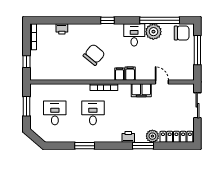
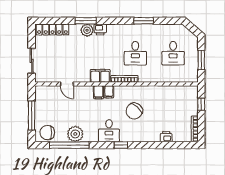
desk: (134, 35) -> (109, 131), moved
filing cabinet: (141, 90) -> (100, 76), moved
plant: (152, 136) -> (87, 30), moved

